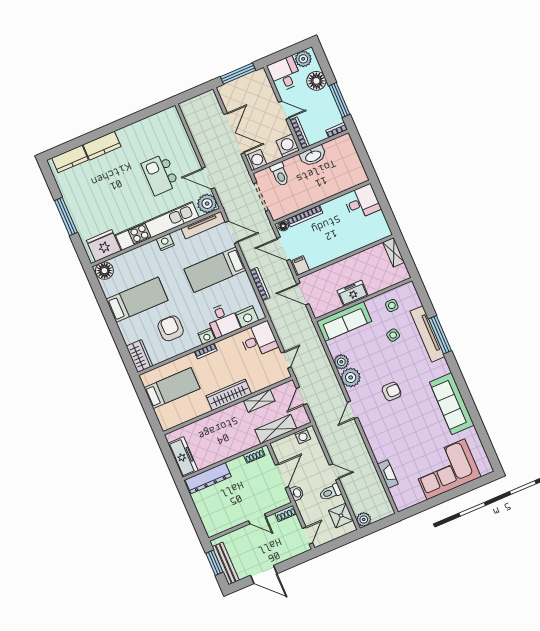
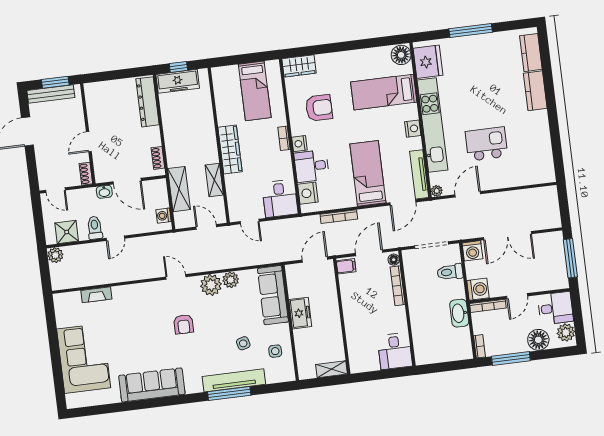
plant: (207, 204) -> (437, 191), width x0.53, depth x0.53
bed: (137, 300) -> (384, 92), moved, turned 90
window: (170, 460) -> (178, 67), added

